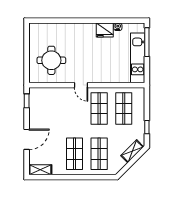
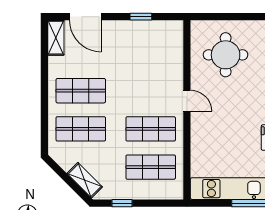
door: (81, 85) -> (187, 101), swing flipped
window: (27, 101) -> (141, 17), moved
door: (27, 139) -> (85, 17), moved

